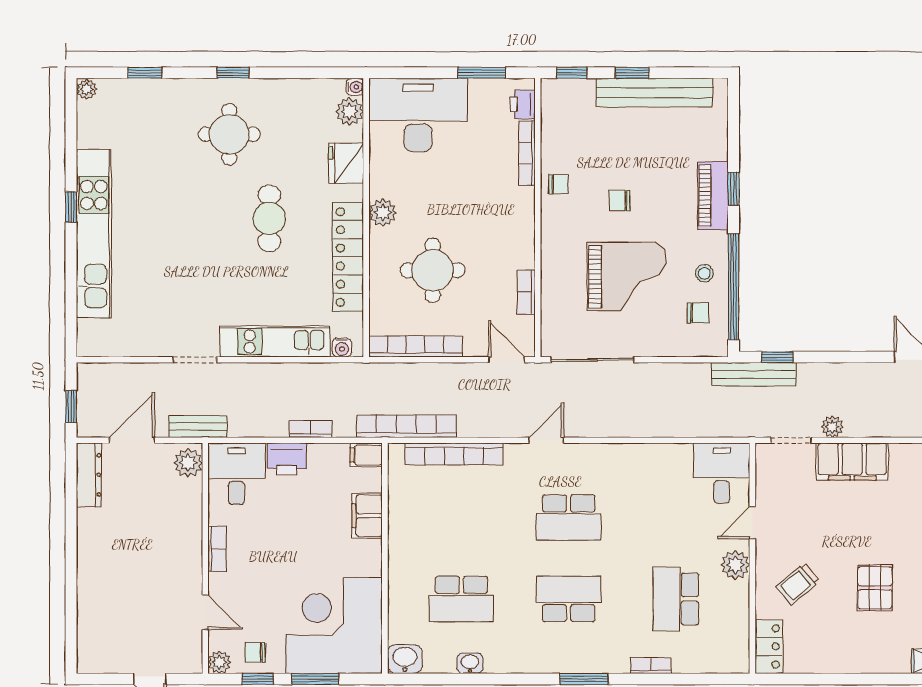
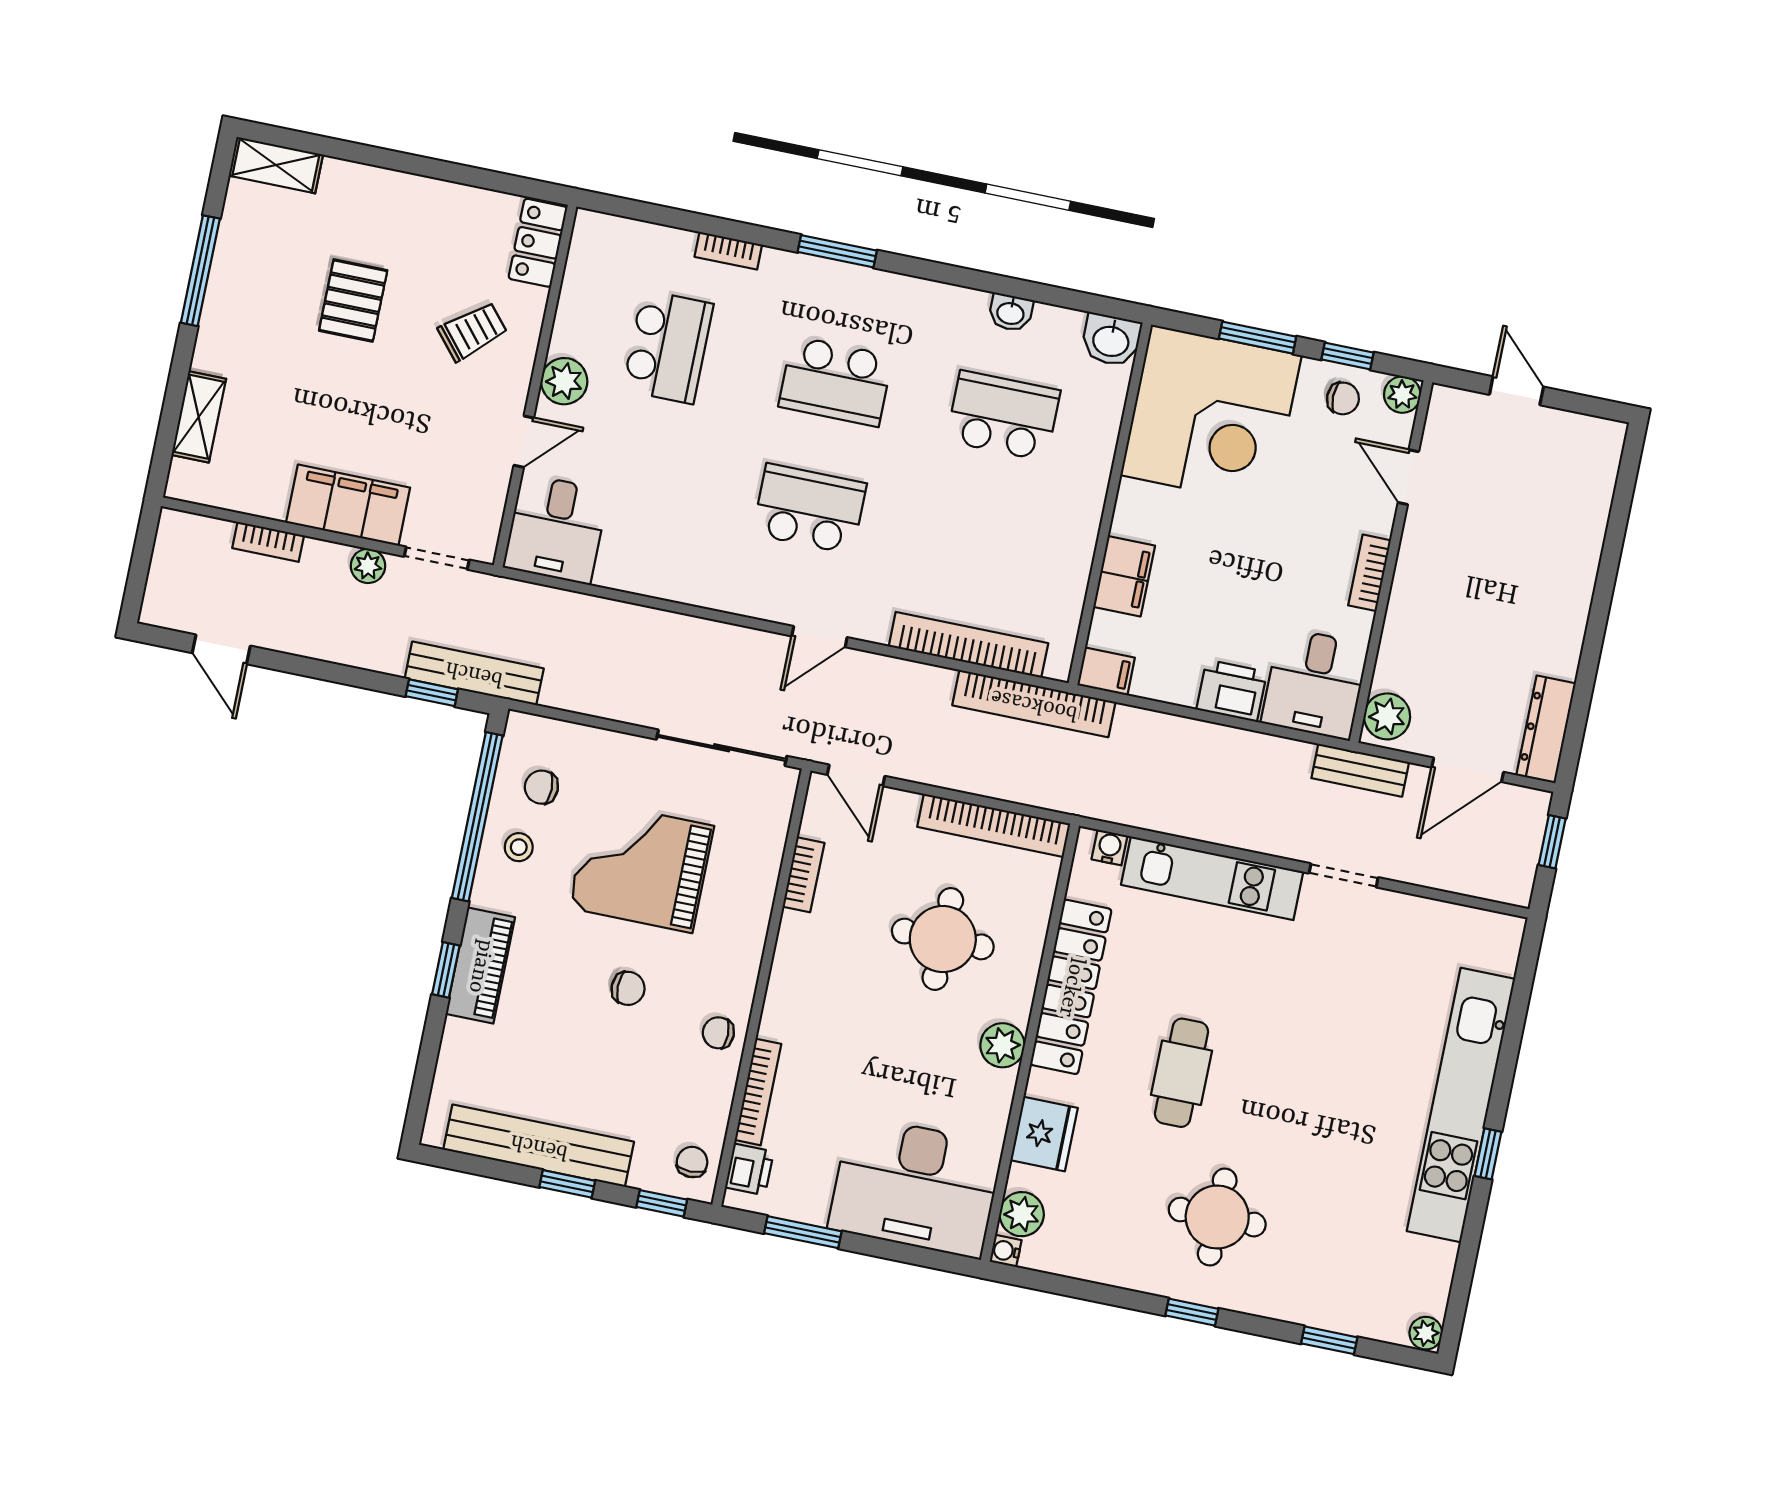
chair: (558, 102) -> (692, 1162), added
bookcase: (311, 429) -> (268, 542), moved

